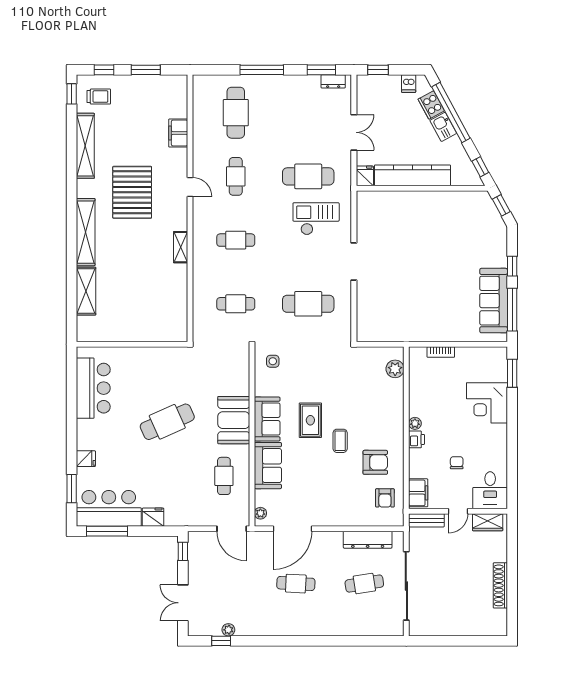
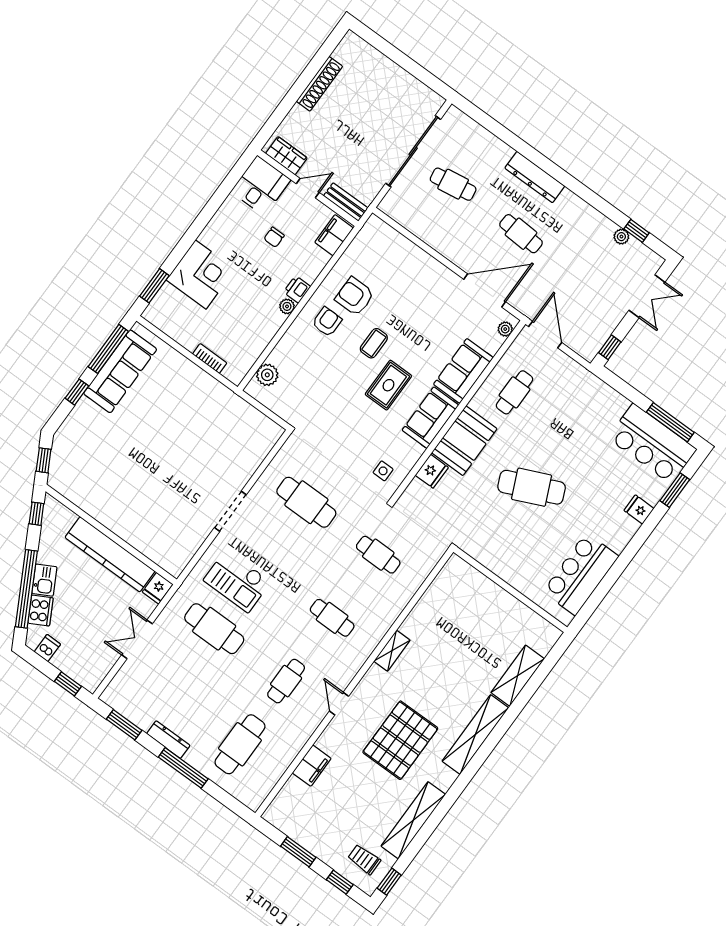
dresser: (333, 81) -> (168, 740), moved, width x1.44
armchair: (385, 498) -> (327, 322), moved
fridge: (153, 517) -> (432, 471), moved, turned -90
dresser: (368, 540) -> (535, 177), moved, turned 180

